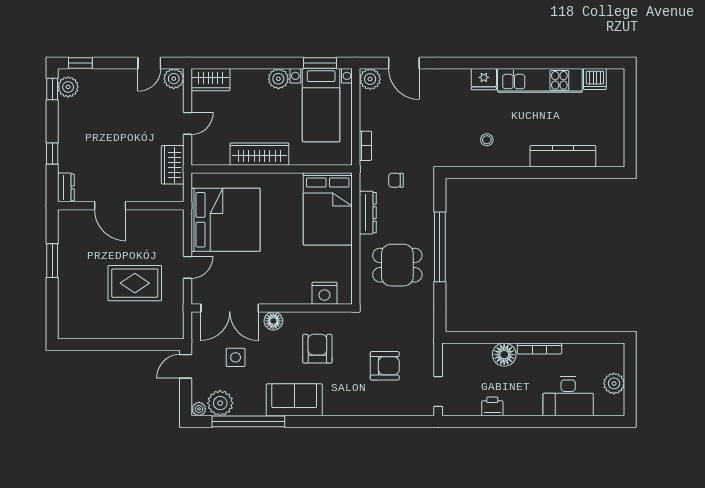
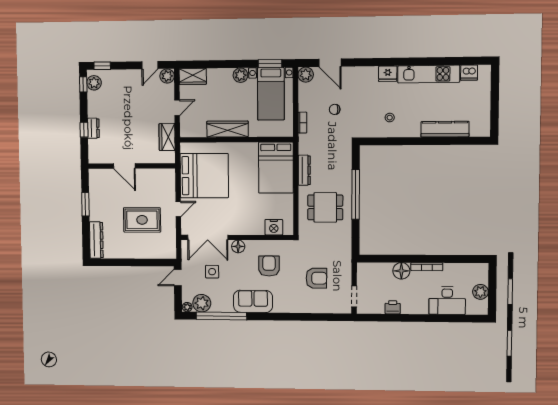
chair: (396, 180) -> (335, 109), moved
dresser: (66, 187) -> (93, 128), moved
dresser: (67, 312) -> (96, 240), added

